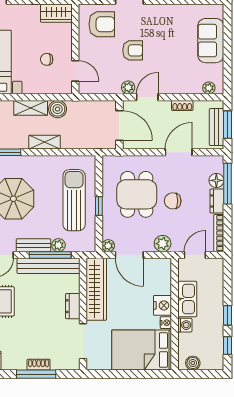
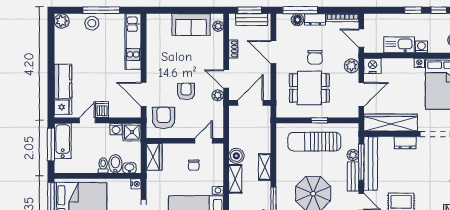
sofa: (211, 41) -> (191, 25), moved
plant: (108, 246) -> (353, 112), removed
nightstand: (162, 305) -> (373, 66), moved

